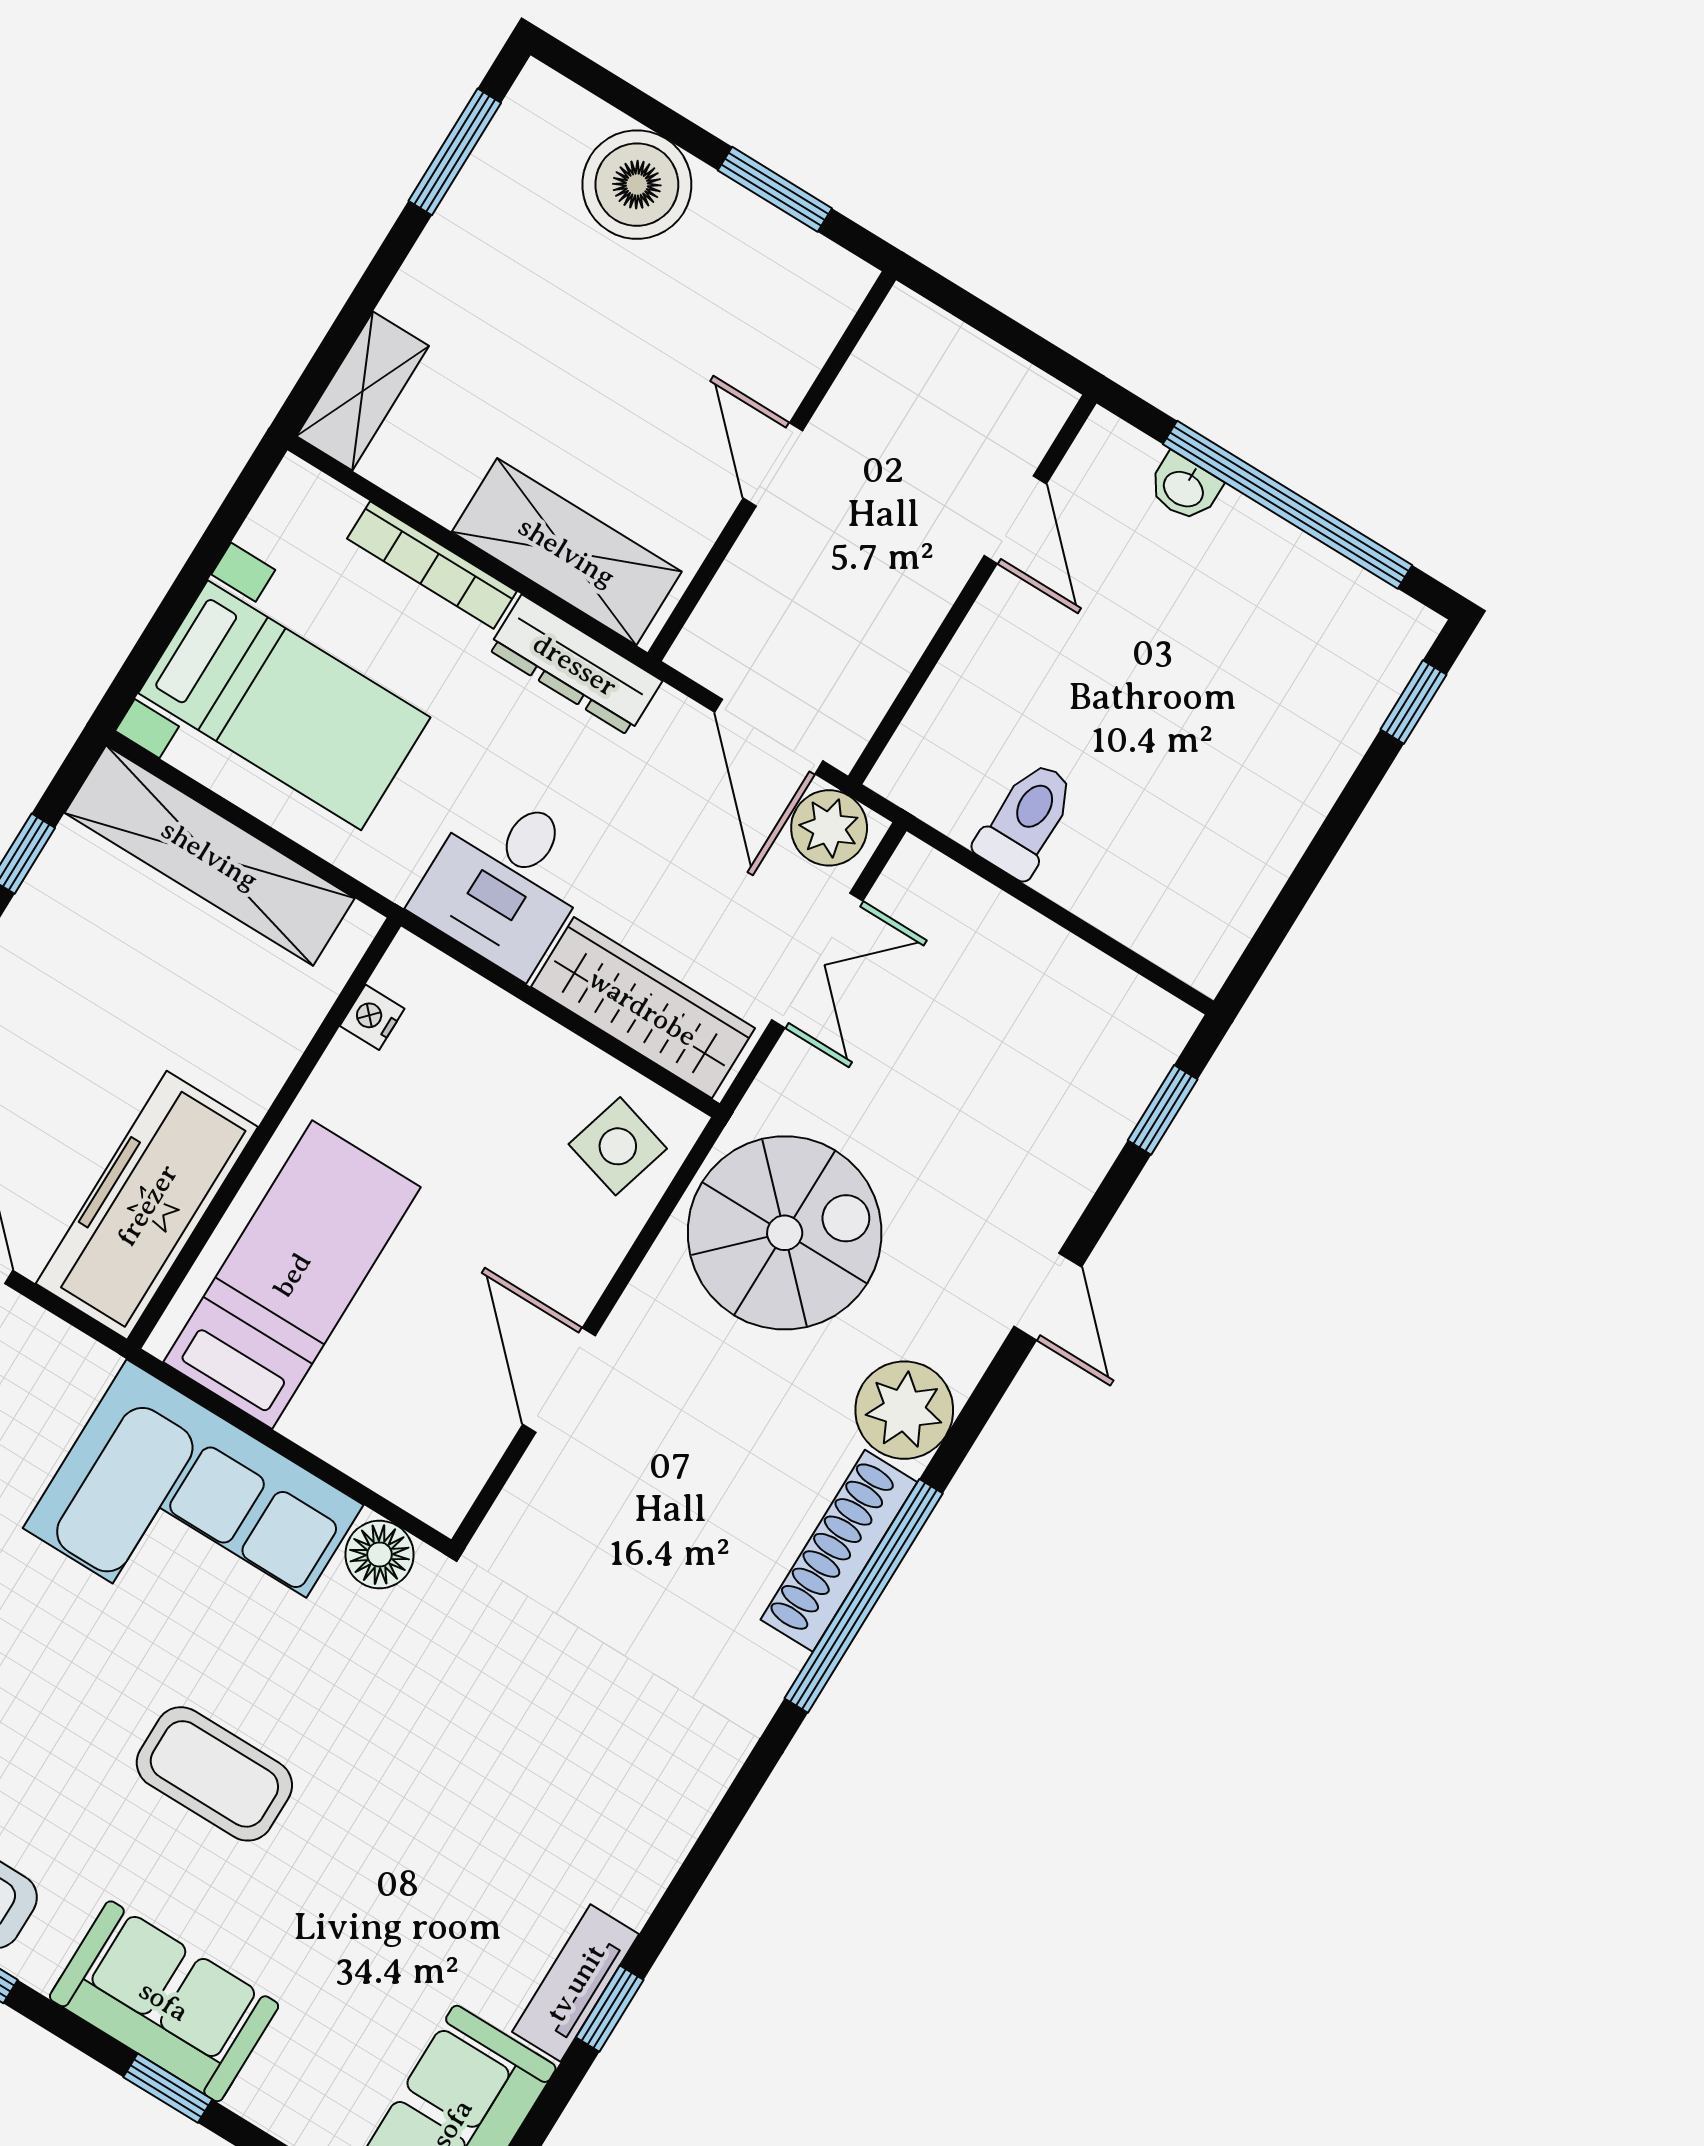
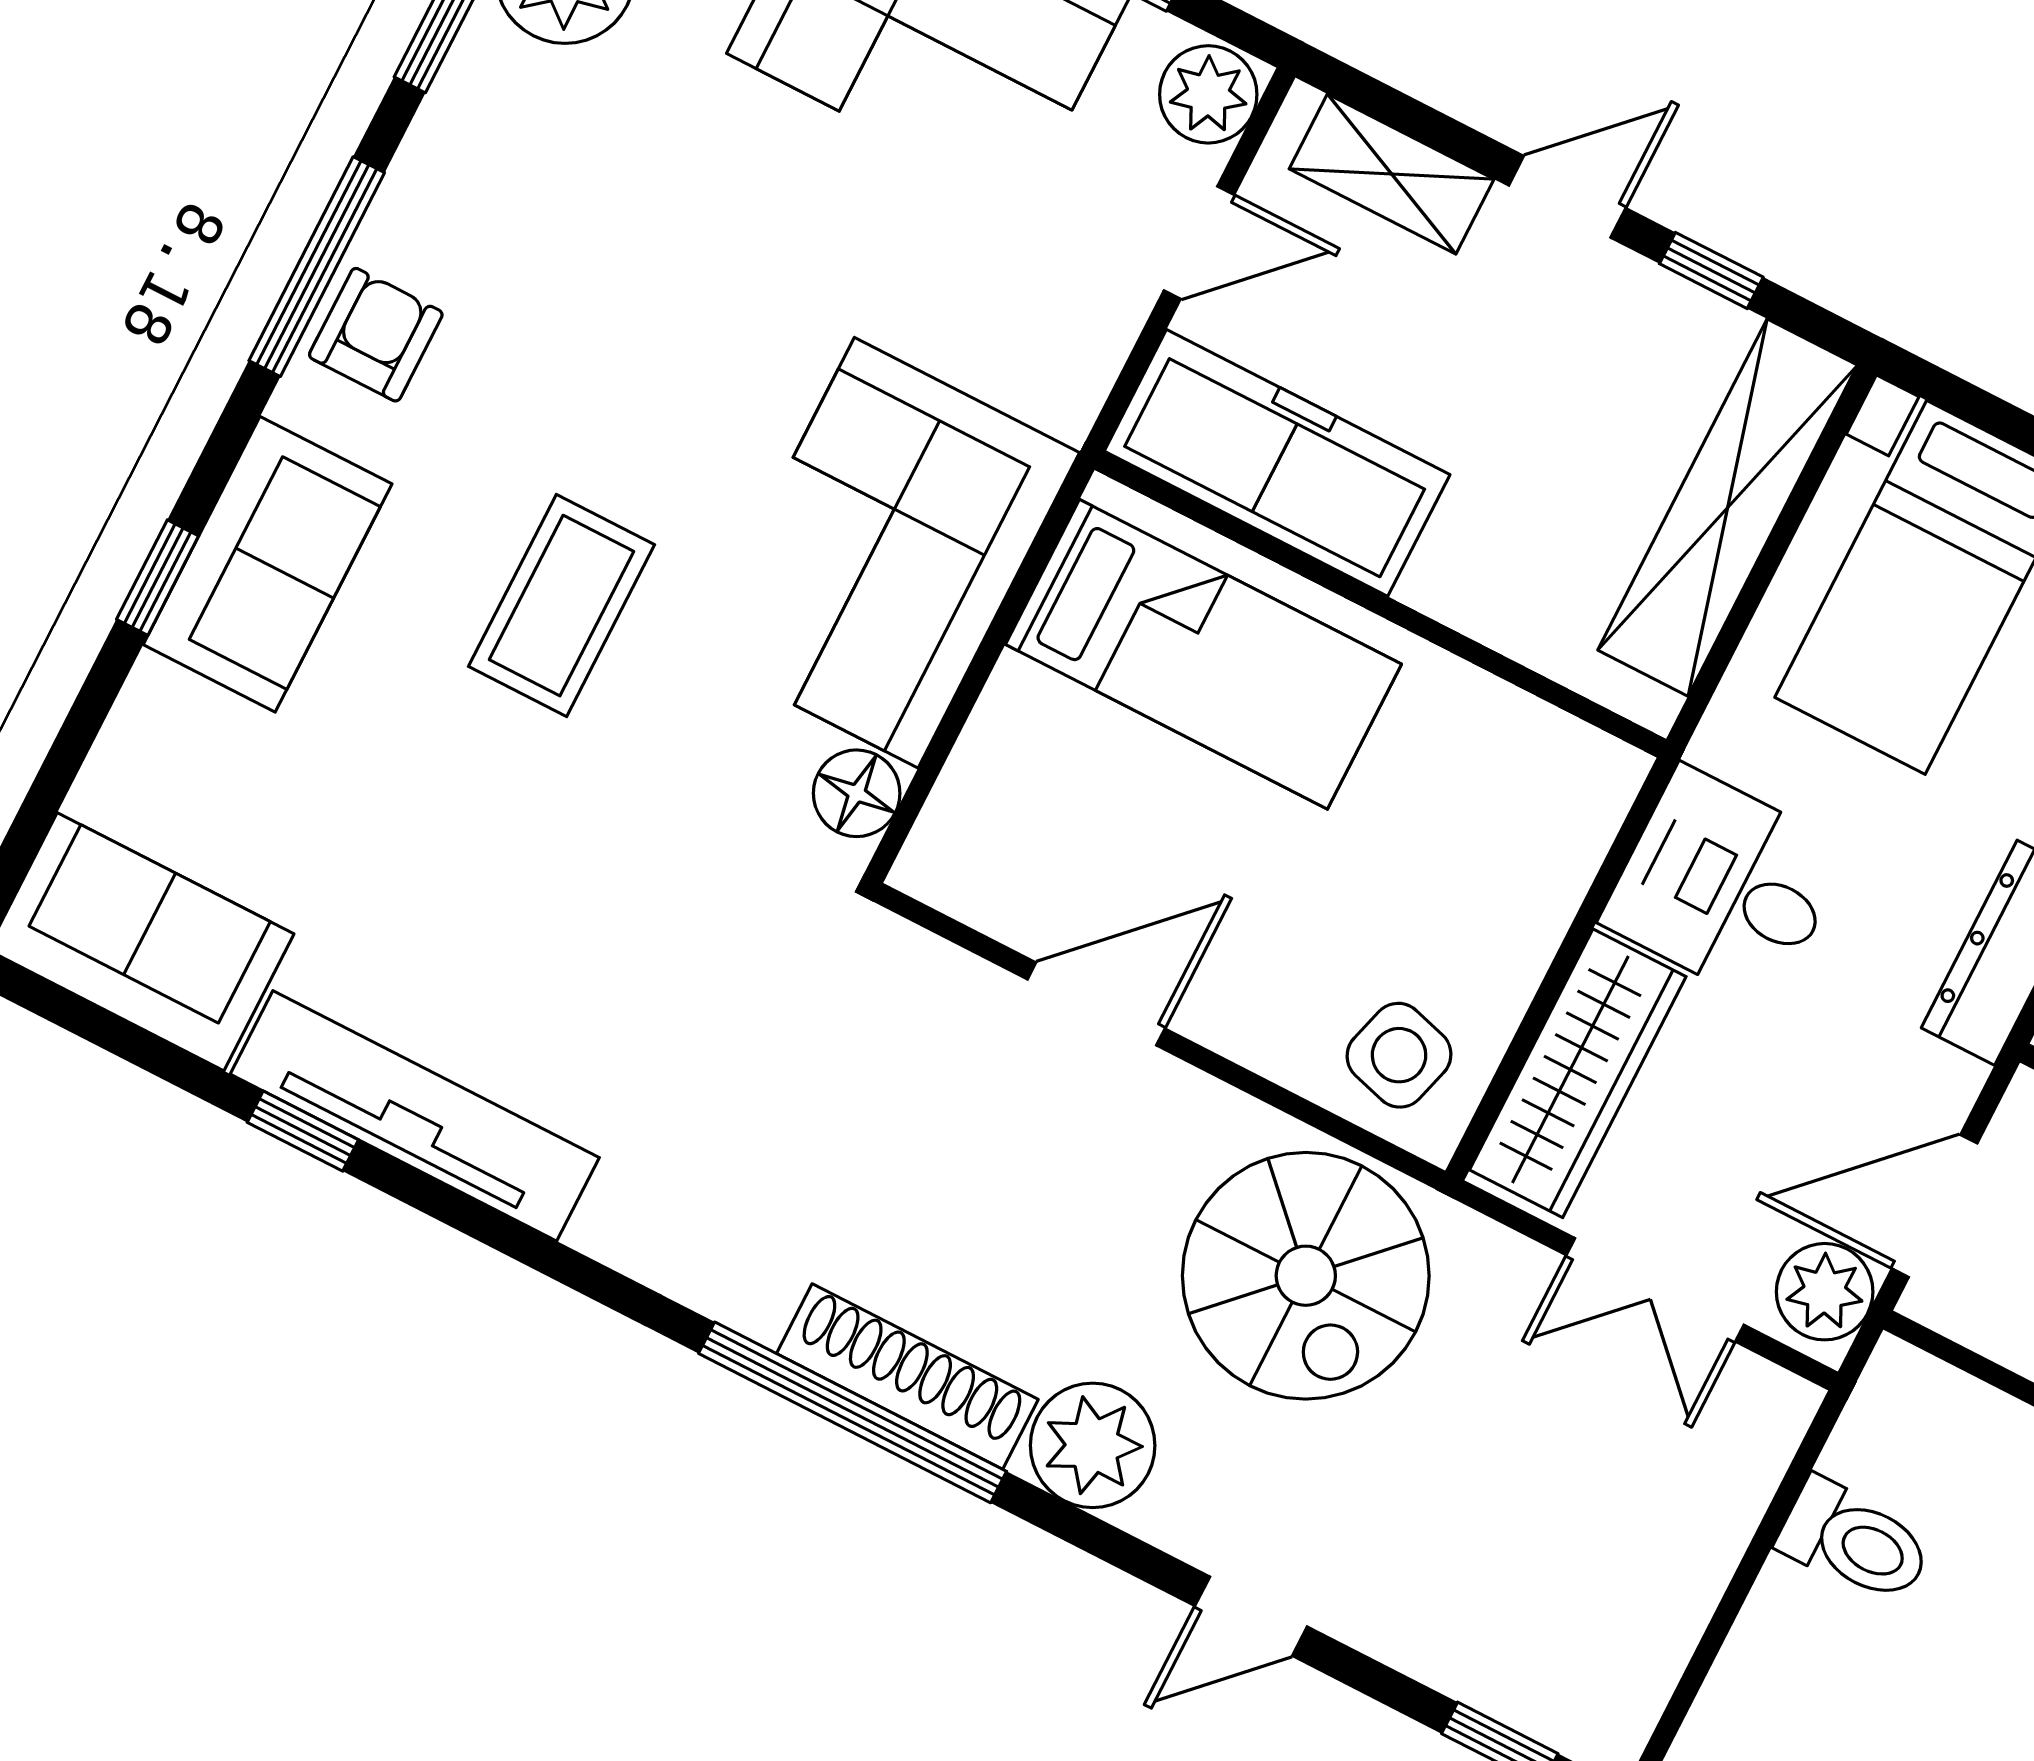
nightstand: (372, 1017) -> (1538, 730), removed
tv unit: (576, 1983) -> (415, 1116), width x1.92, depth x1.29

